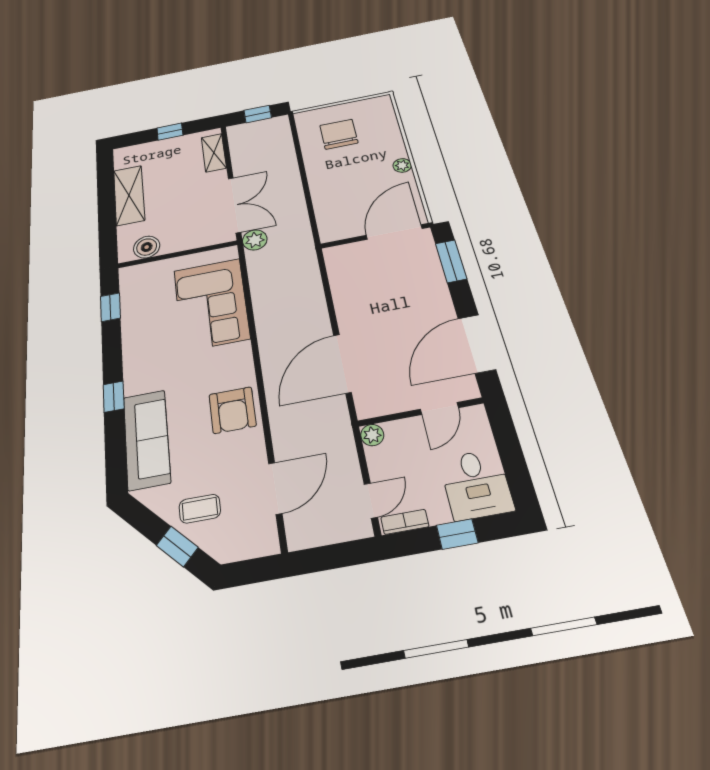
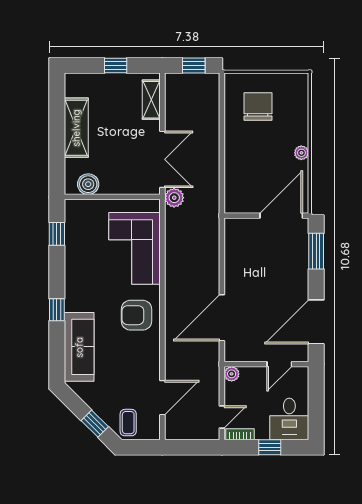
armchair: (233, 410) -> (136, 315), moved, turned 90
coffee table: (200, 509) -> (128, 423), moved, turned 90

